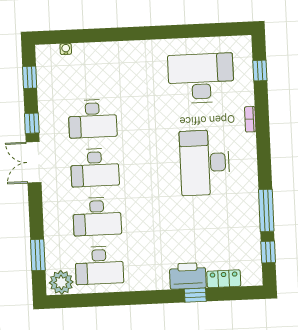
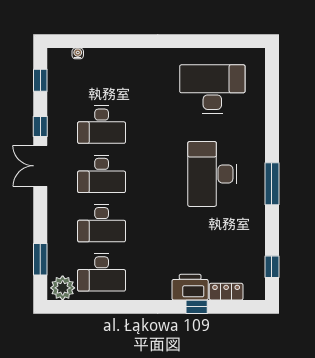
window: (260, 71) -> (272, 84), removed
bookcase: (250, 119) -> (260, 132), removed
window: (266, 210) -> (272, 184), moved

